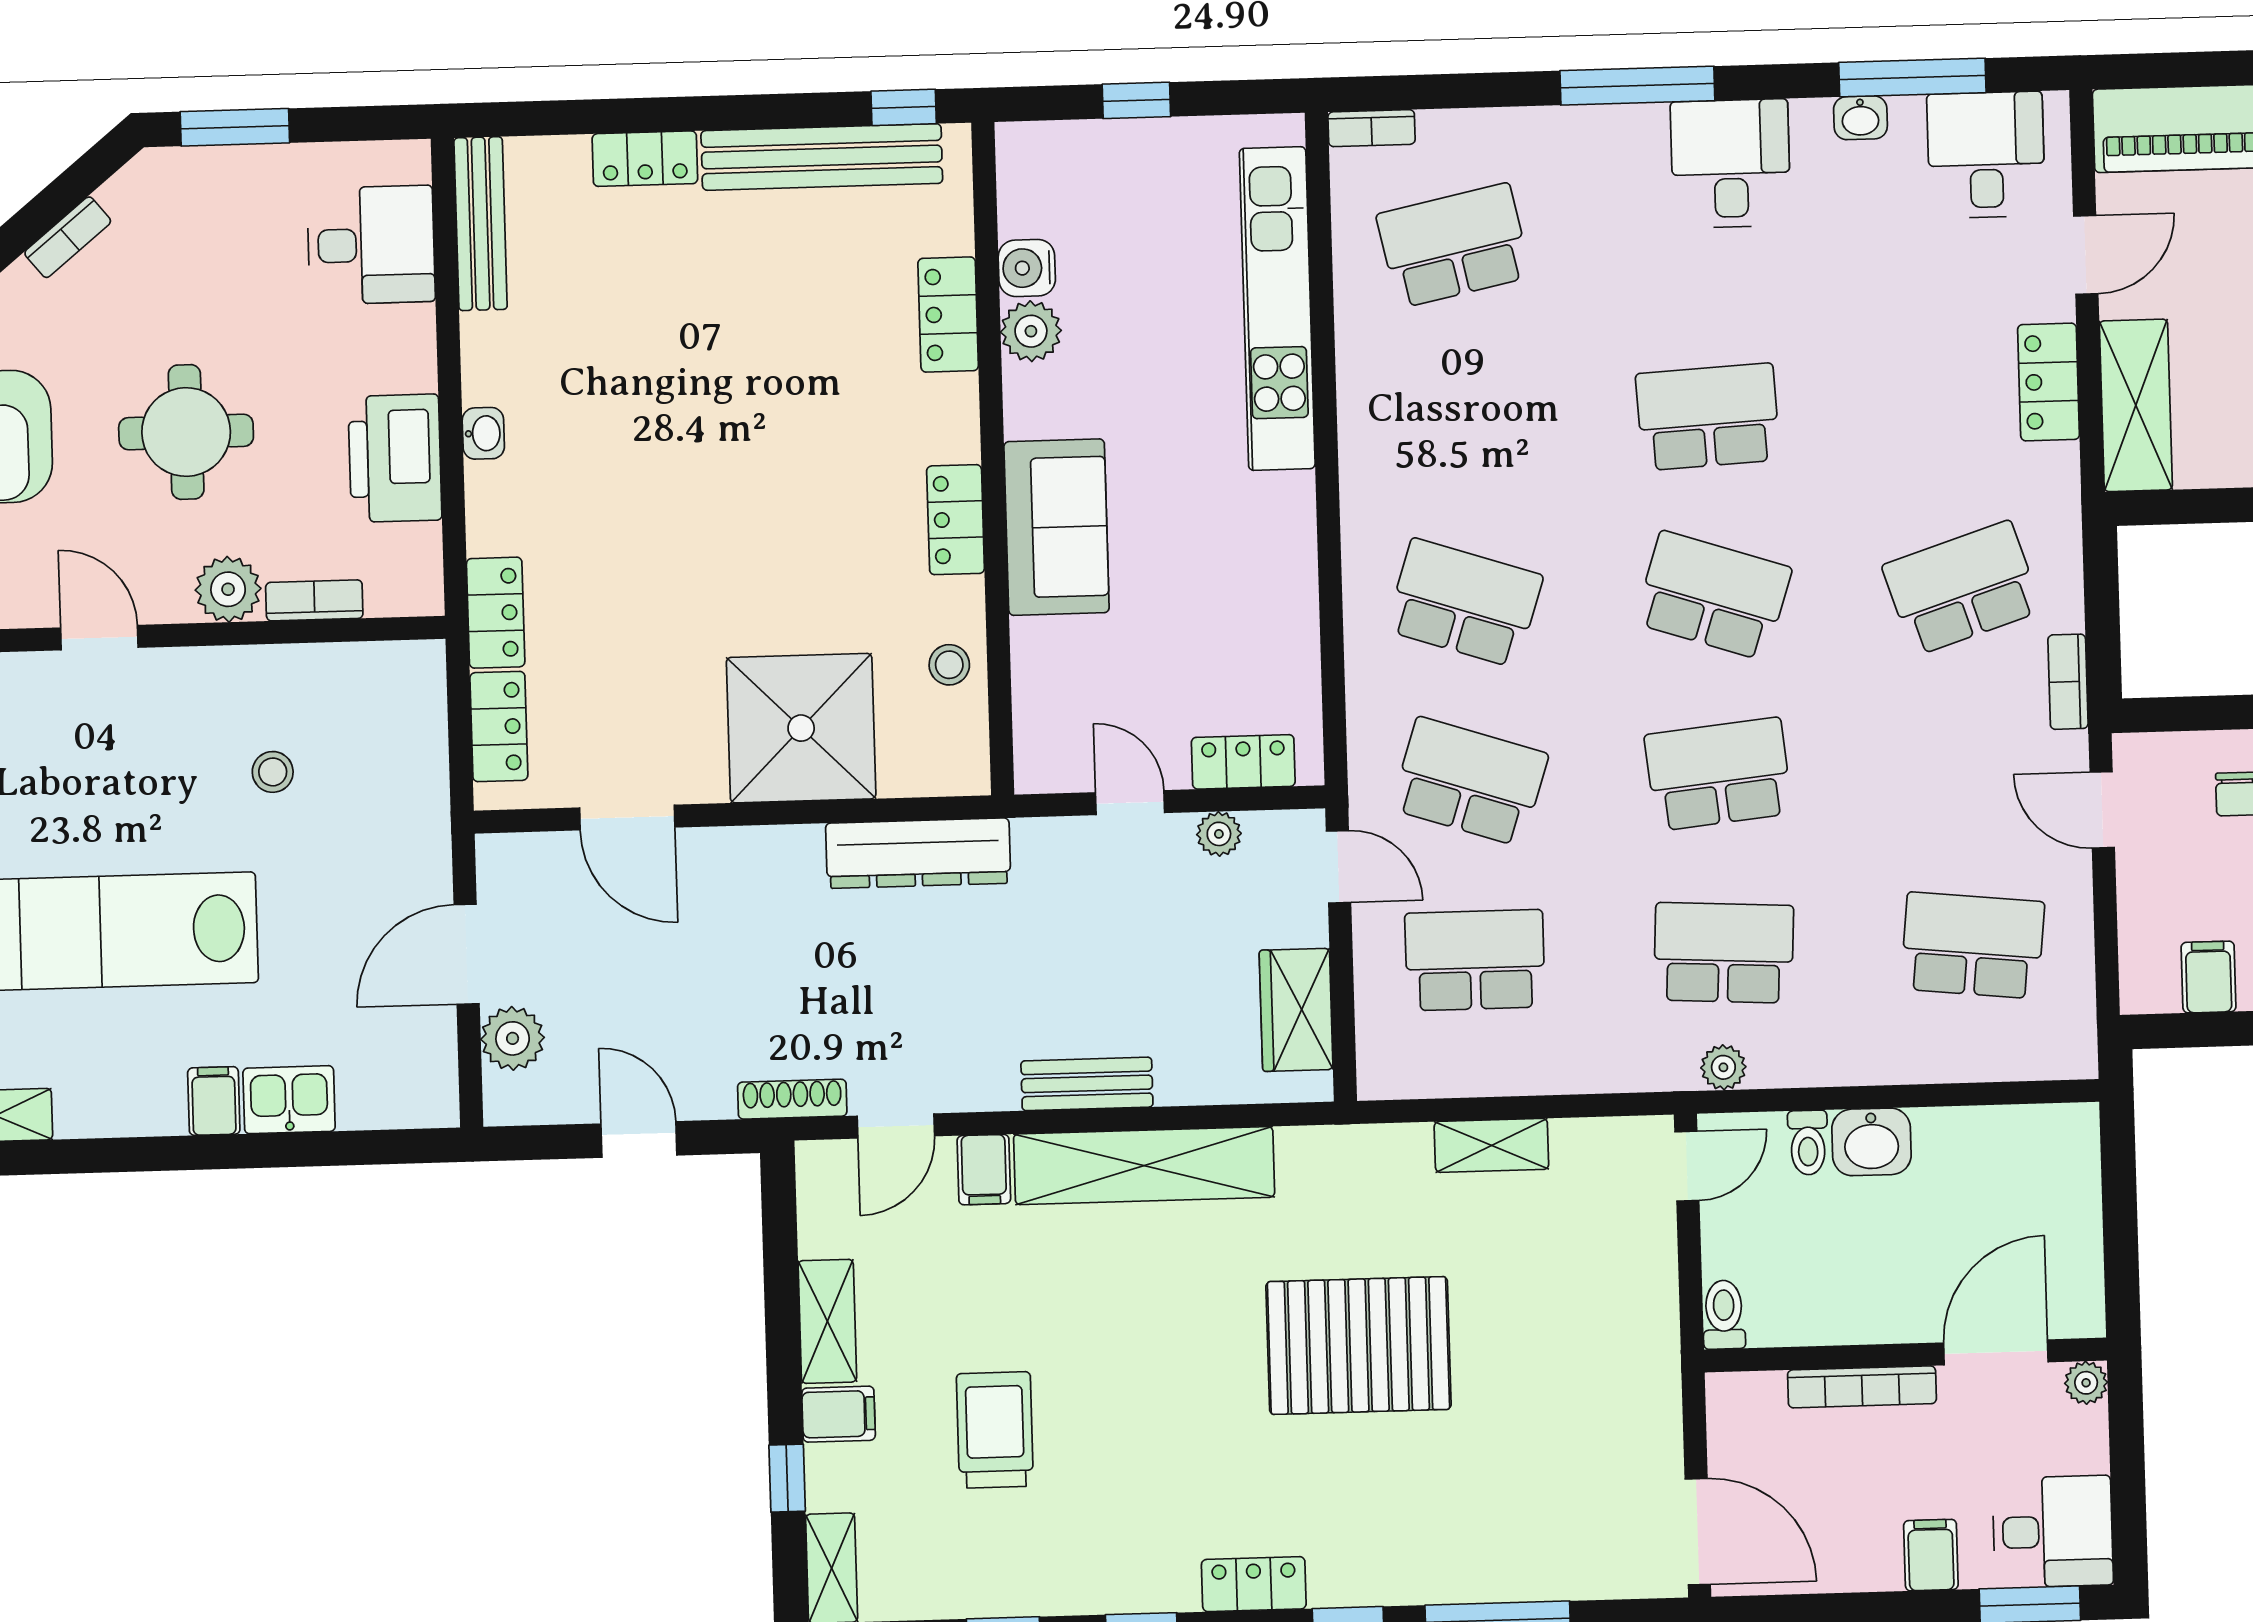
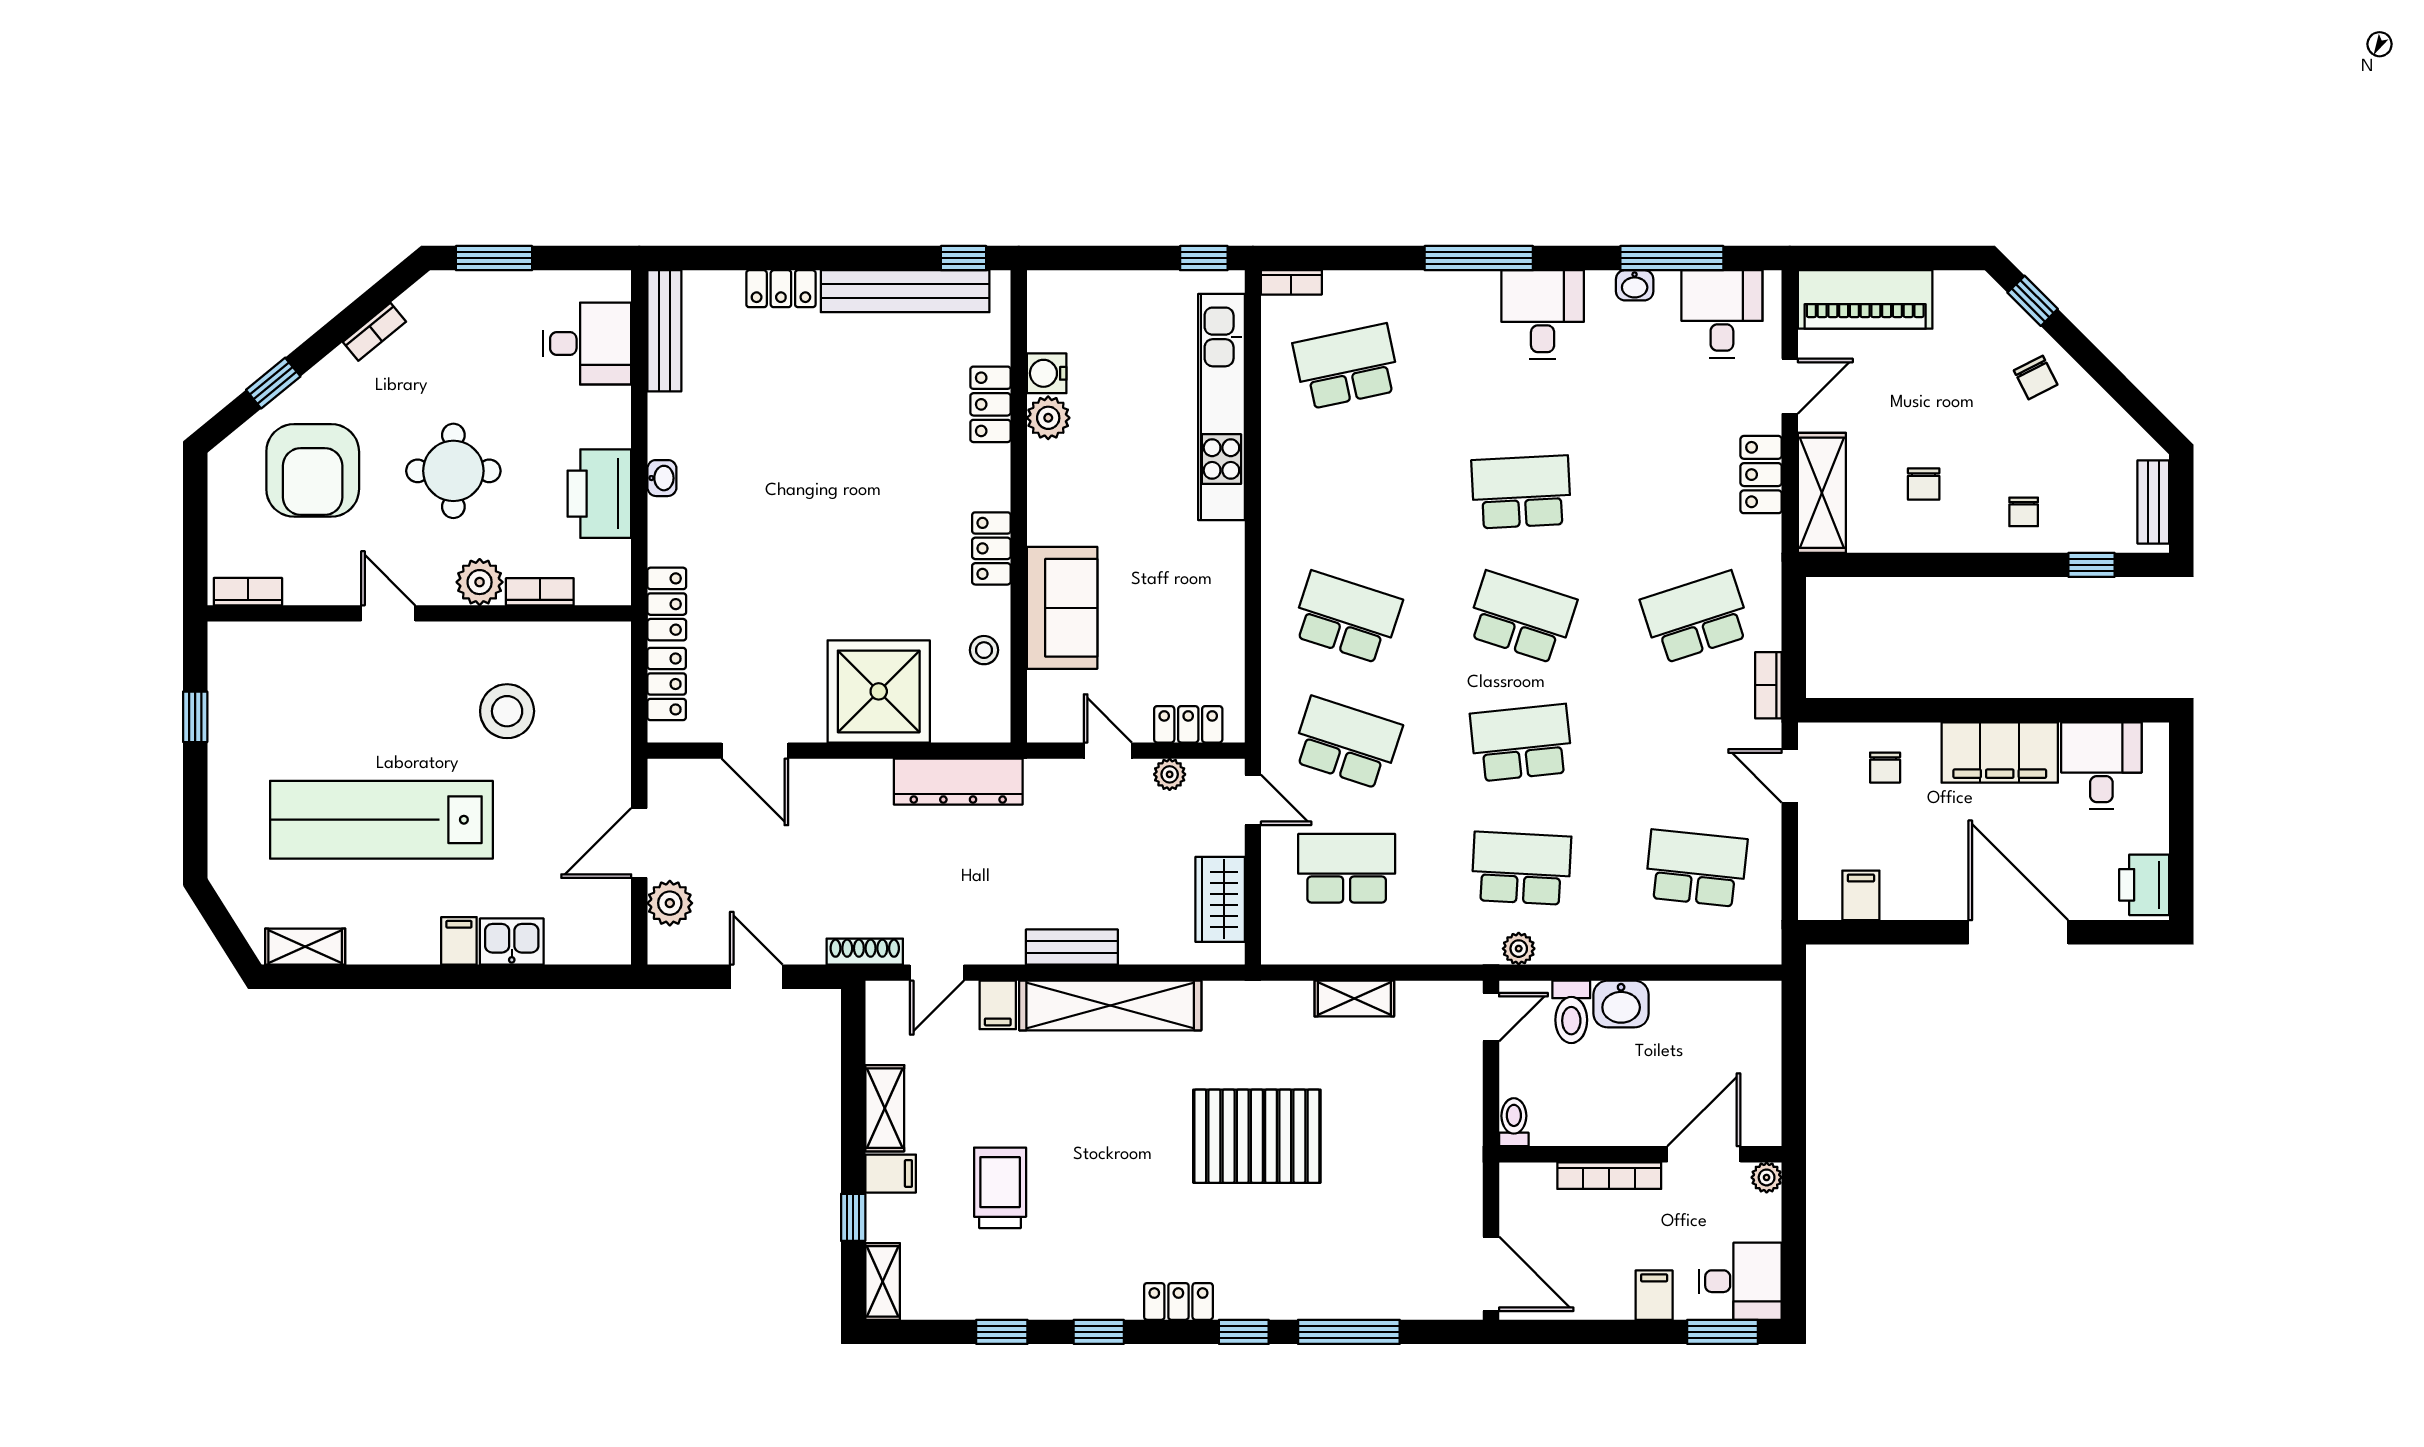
window: (1136, 100) -> (1204, 258), moved
sofa: (1057, 527) -> (1062, 608), moved
stool: (273, 772) -> (507, 711), width x1.89, depth x1.89
toilet: (1808, 1143) -> (1571, 1012), width x1.37, depth x1.39

